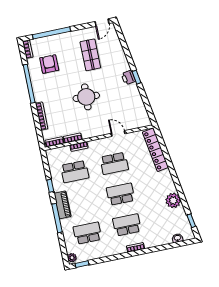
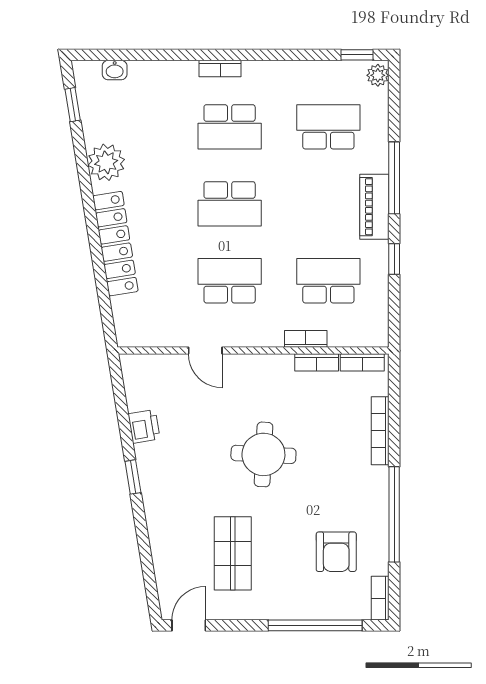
printer: (128, 77) -> (144, 426), moved
locker: (155, 150) -> (115, 244), moved
school desk: (87, 233) -> (328, 127), turned 180

